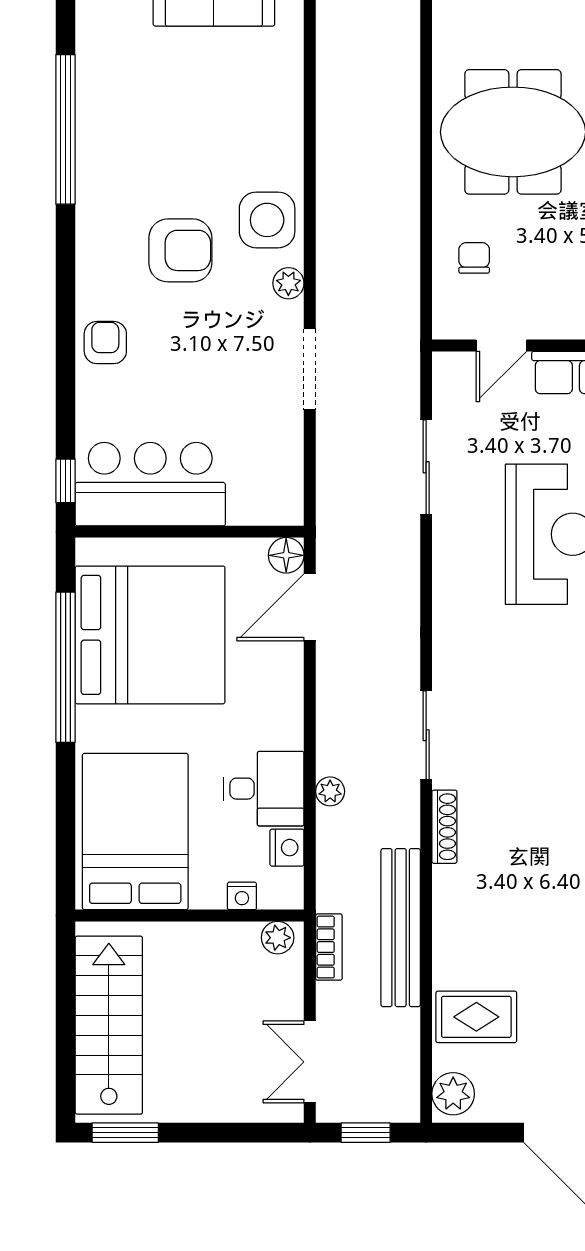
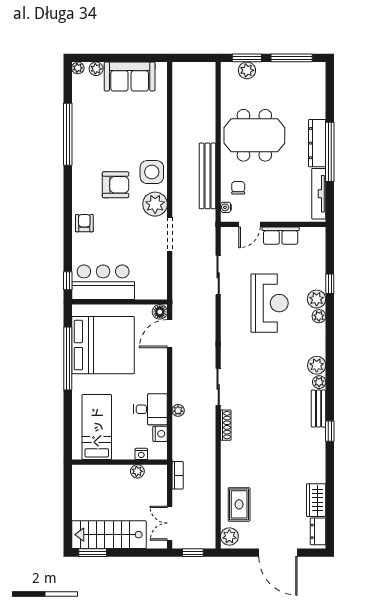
plant: (288, 283) -> (155, 204), width x1.88, depth x1.88
water cooler: (445, 305) -> (226, 207), added
bed: (135, 831) -> (97, 427), width x0.67
bench: (401, 928) -> (208, 176), moved
plant: (278, 938) -> (137, 471), moved
rug: (476, 1017) -> (239, 504), turned 90
stairs: (109, 1025) -> (109, 535), moved, turned -90

